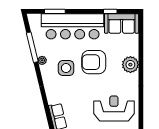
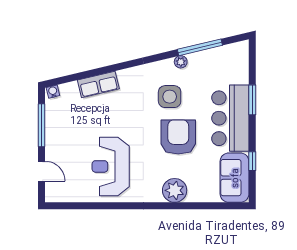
window: (55, 11) -> (252, 100), moved
bar counter: (73, 26) -> (230, 118), width x0.73
reception desk: (114, 108) -> (111, 166), turned 180

